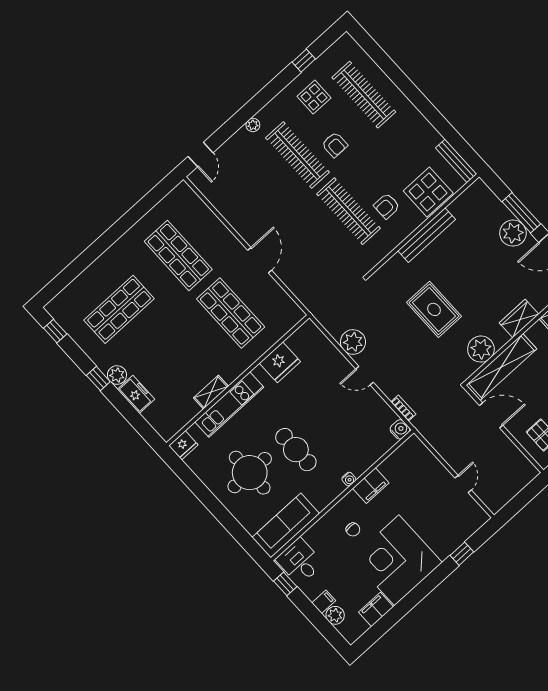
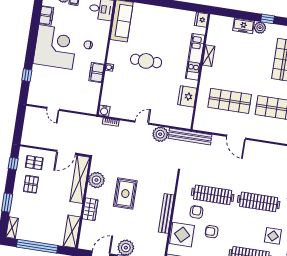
armchair: (335, 145) -> (212, 232), moved
bench: (317, 308) -> (190, 136), added
rug: (434, 309) -> (125, 194), moved, turned 90
round table: (250, 473) -> (159, 32), removed

